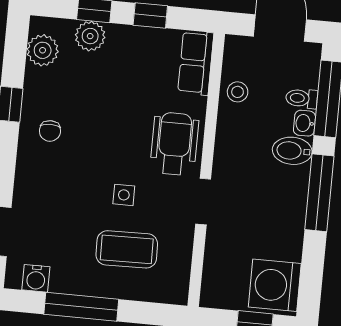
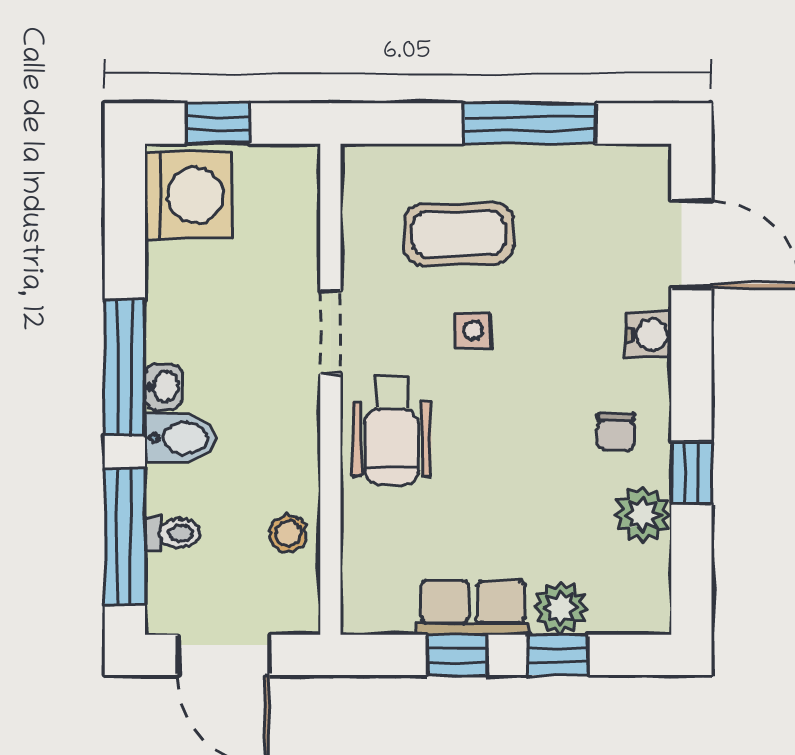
plant: (43, 50) -> (643, 515), moved
row of seats: (196, 63) -> (473, 608), moved, turned -90
washbasin: (304, 123) -> (163, 387), moved
chair: (50, 131) -> (616, 432), turned 180
water cooler: (36, 278) -> (648, 334), moved, turned 90

